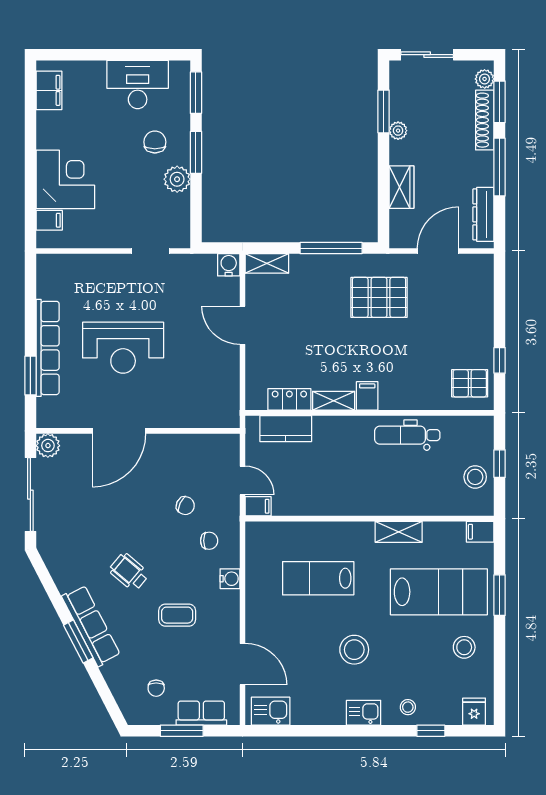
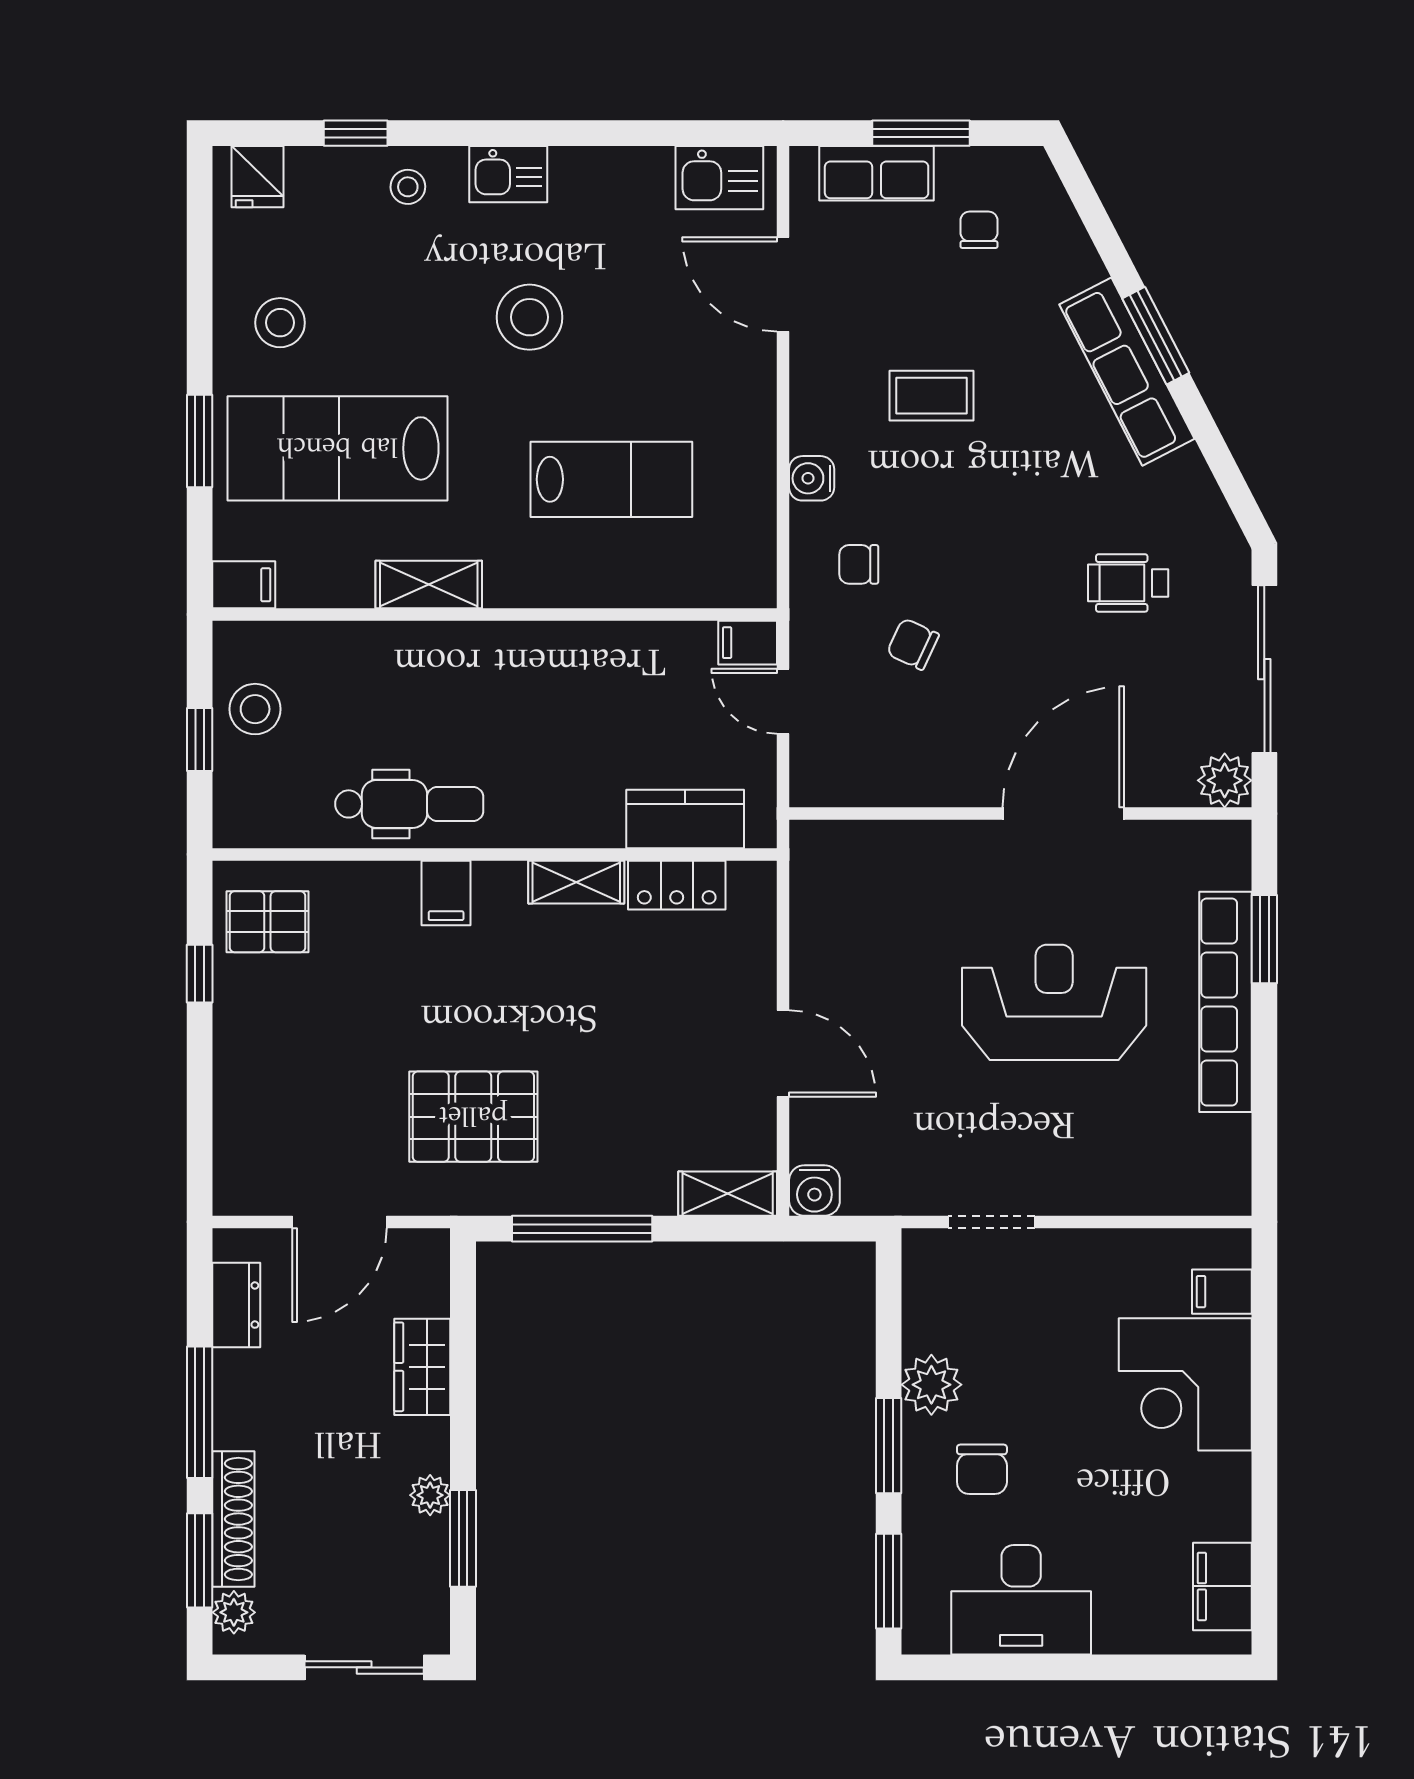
dresser: (483, 214) -> (236, 1305), width x0.70
filing cabinet: (367, 396) -> (446, 893), moved
wheelchair: (129, 572) -> (1128, 583), moved, turned 140

